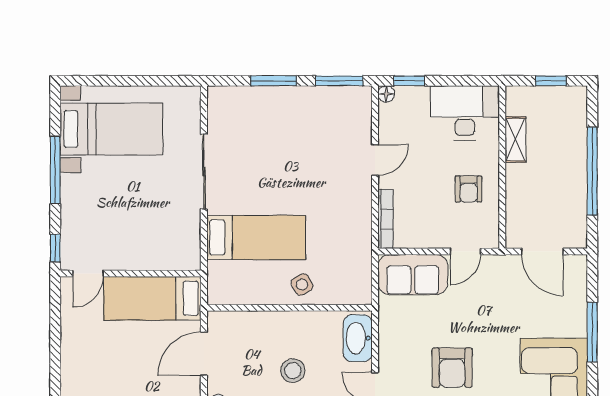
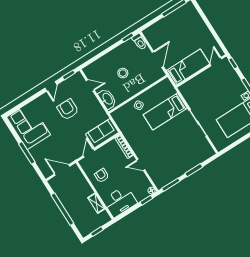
door: (375, 160) -> (141, 165), hinge flipped

